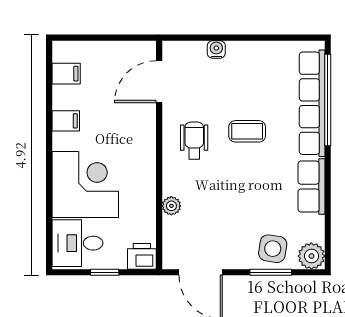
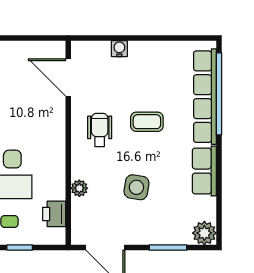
door: (159, 82) -> (68, 77), hinge flipped
side table: (273, 249) -> (136, 187), moved
printer: (142, 256) -> (54, 214), moved, turned -90

